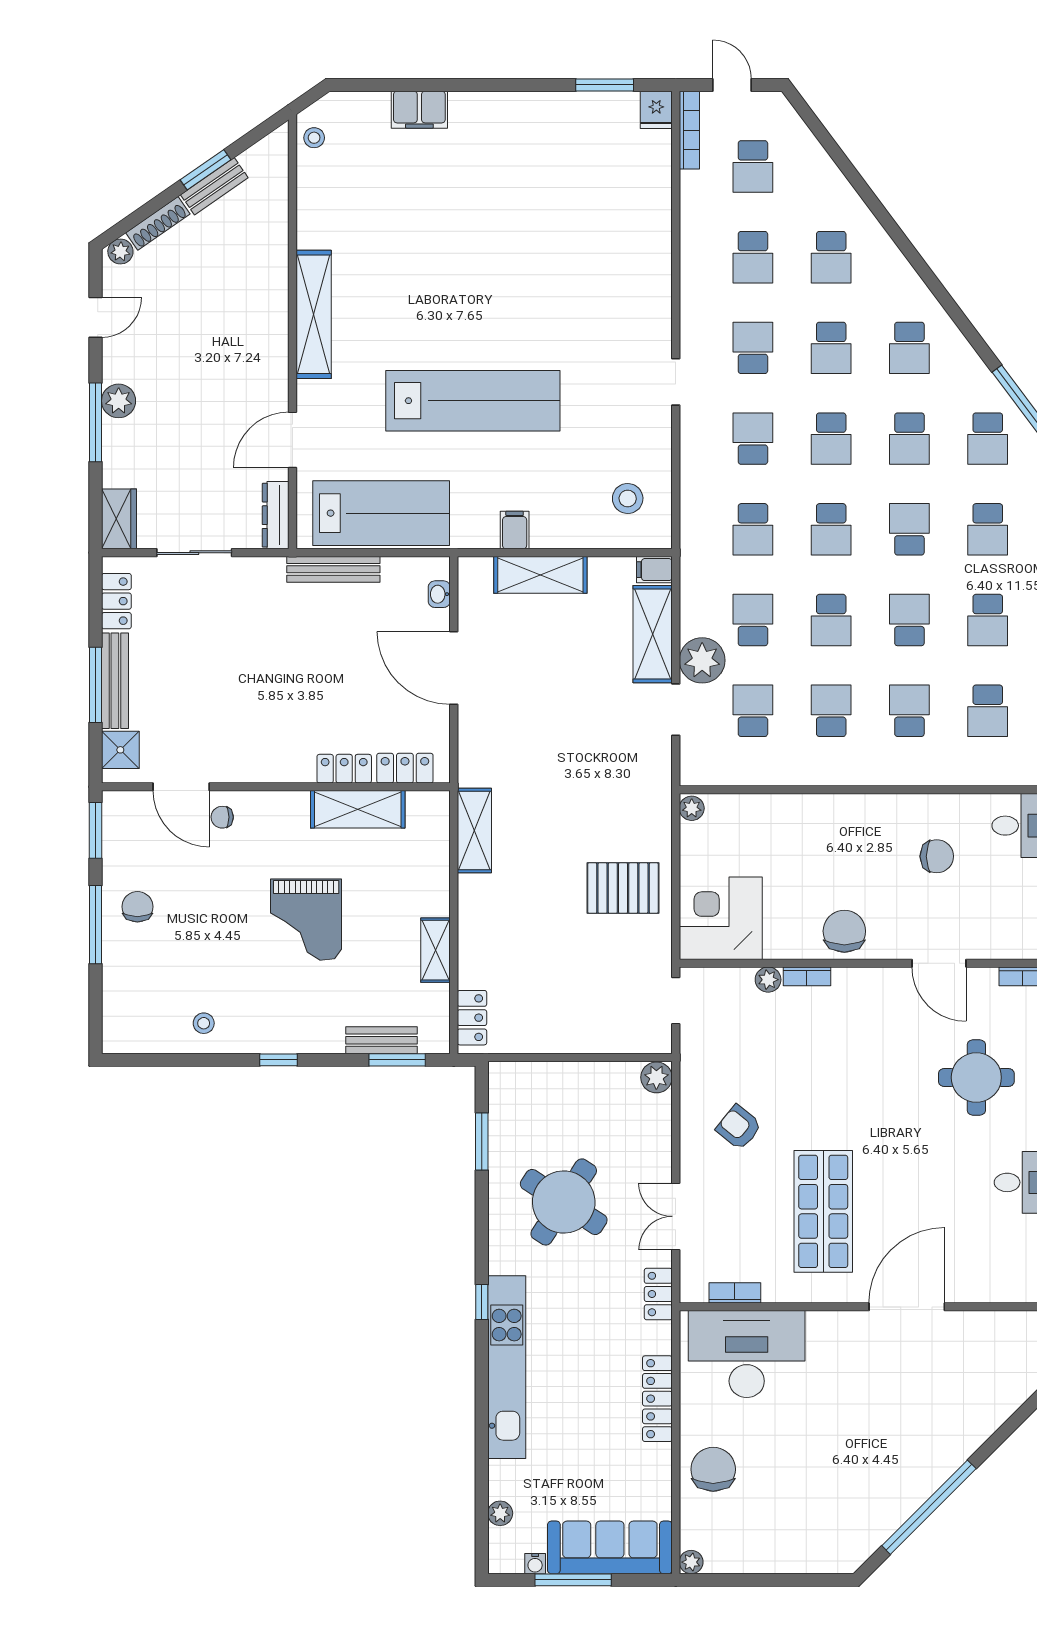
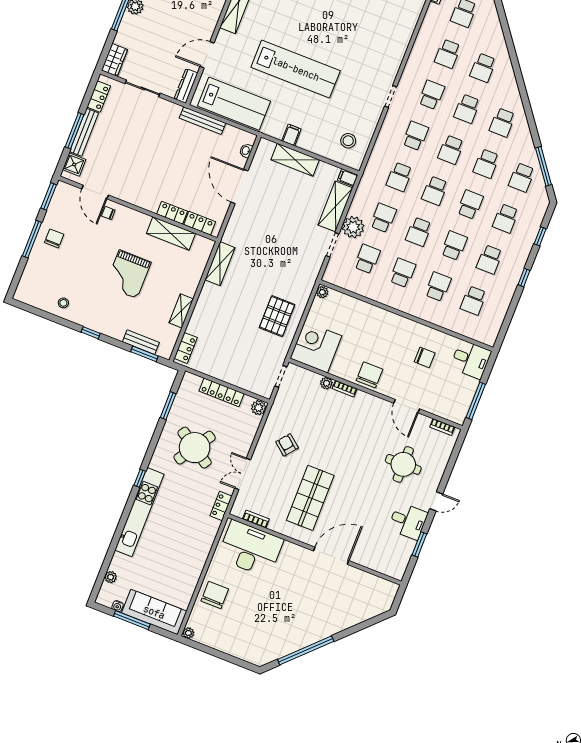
pallet: (623, 888) -> (277, 316), turned 90
locker: (657, 1399) -> (221, 392), moved, turned -90

